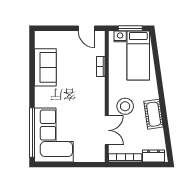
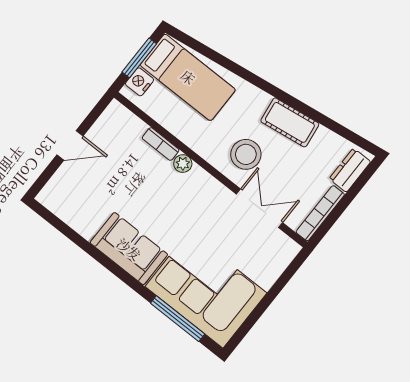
door: (87, 28) -> (70, 145), moved
sofa: (45, 67) -> (129, 249), moved
plant: (100, 82) -> (183, 164), added
window: (32, 133) -> (178, 319), width x0.68

